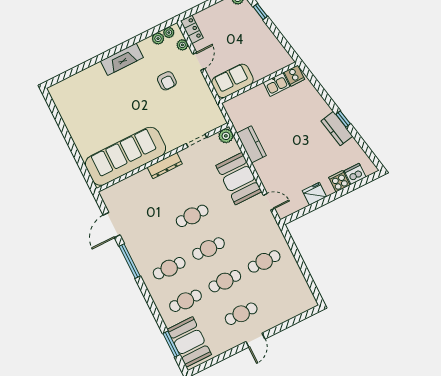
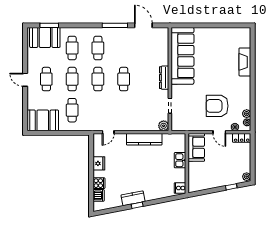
fireplace: (122, 59) -> (245, 62), moved
armchair: (167, 81) -> (217, 106), width x1.88, depth x1.88
kitchen sink: (277, 84) -> (180, 160), moved
kitchen counter: (251, 144) -> (144, 139), width x1.50
booth: (239, 179) -> (43, 120), moved

